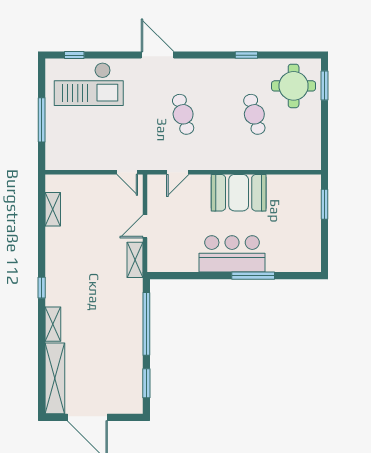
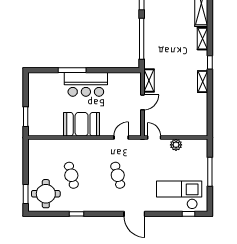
plant: (94, 161) -> (176, 145), added
shelving: (53, 209) -> (203, 82), moved

